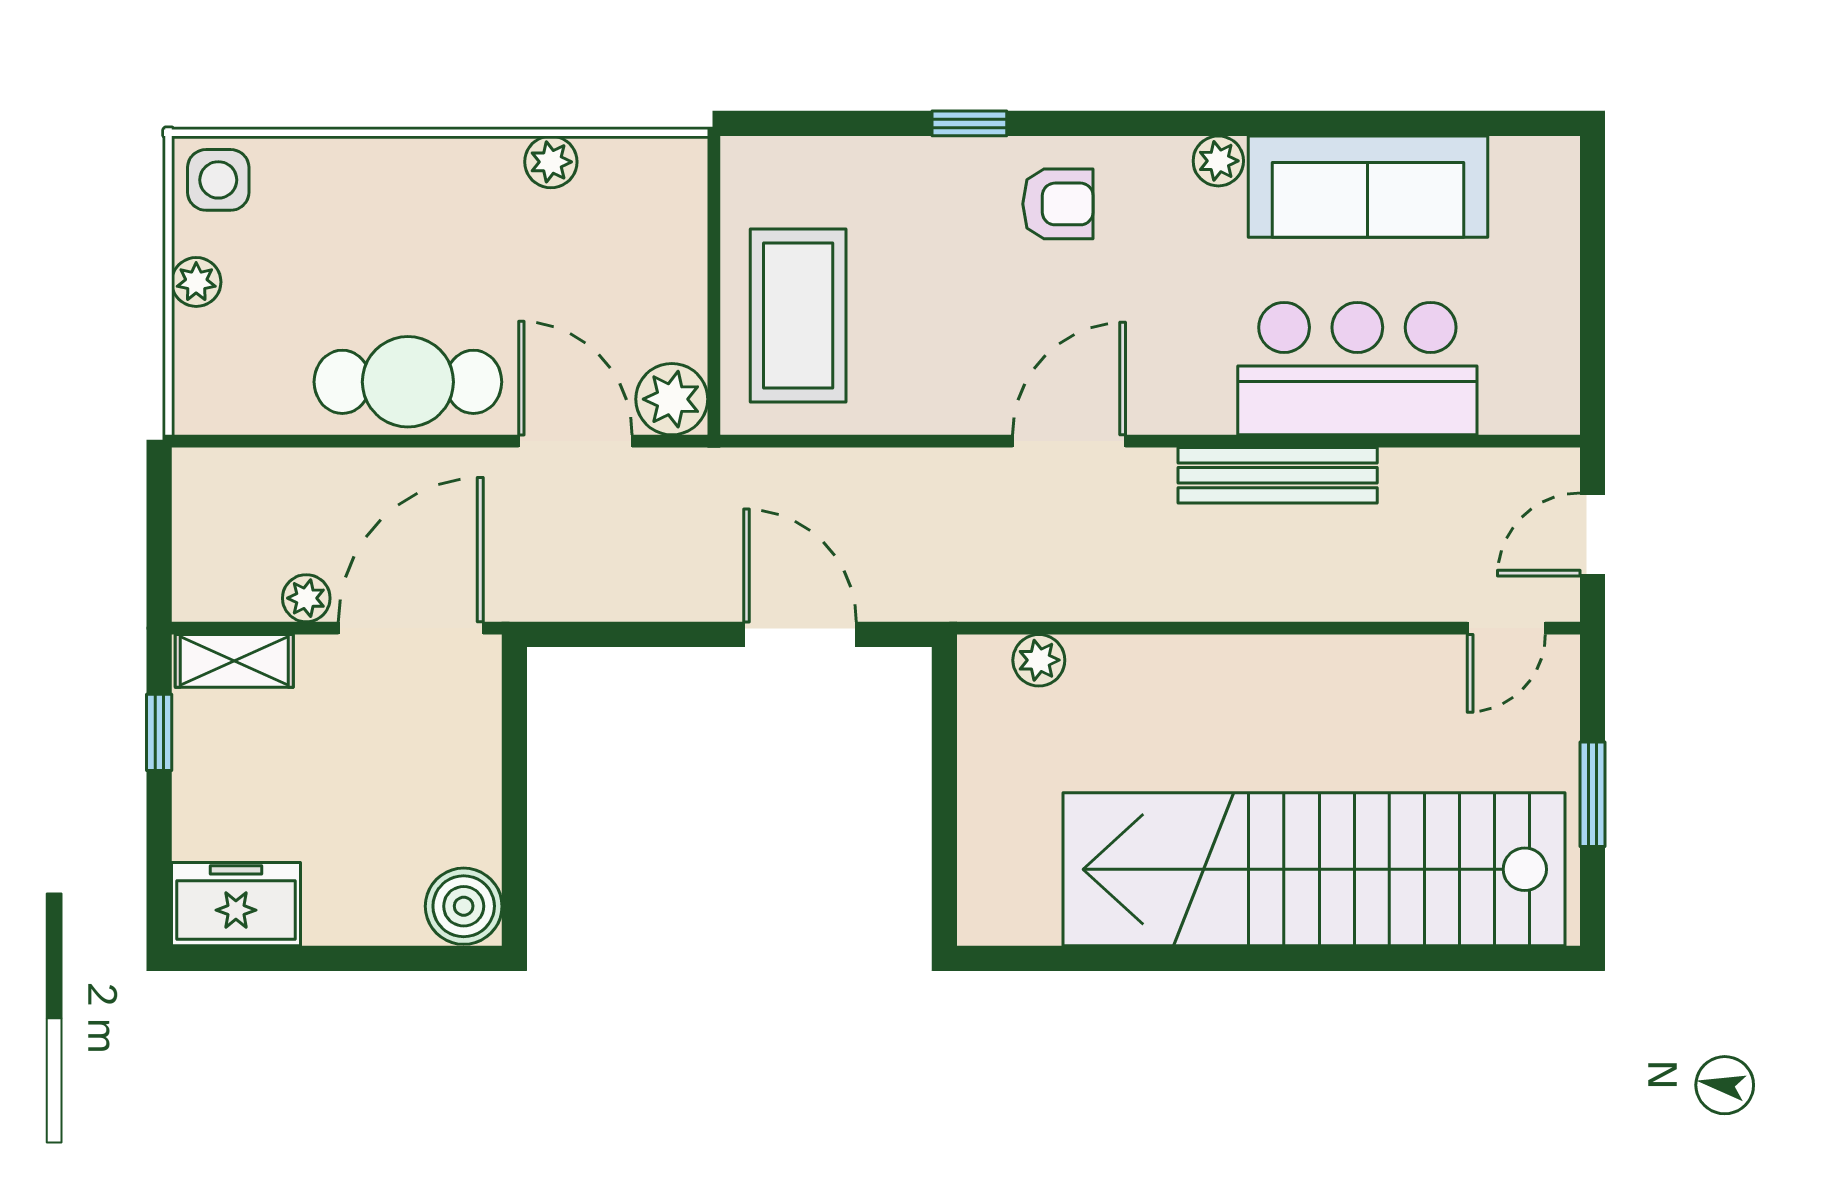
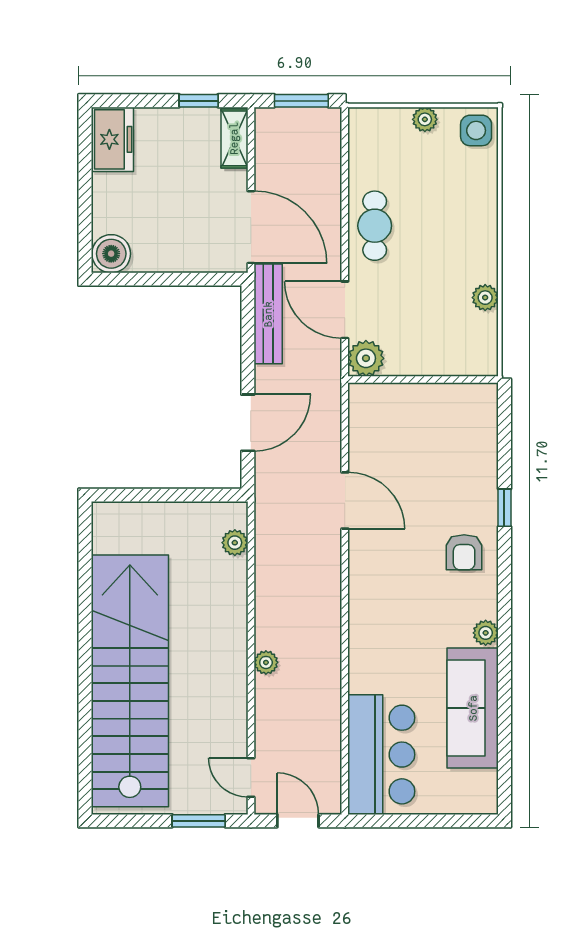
coffee table: (798, 315) -> (408, 422), removed
bar counter: (1357, 369) -> (381, 755), moved
cafe table: (408, 382) -> (375, 226), width x0.73, depth x0.74
door: (575, 441) -> (345, 310), swing flipped
door: (1069, 441) -> (345, 500), moved
bench: (1278, 475) -> (268, 314), moved
window: (159, 528) -> (301, 101), added
plant: (306, 598) -> (266, 662), moved
window: (1592, 794) -> (199, 821), moved

